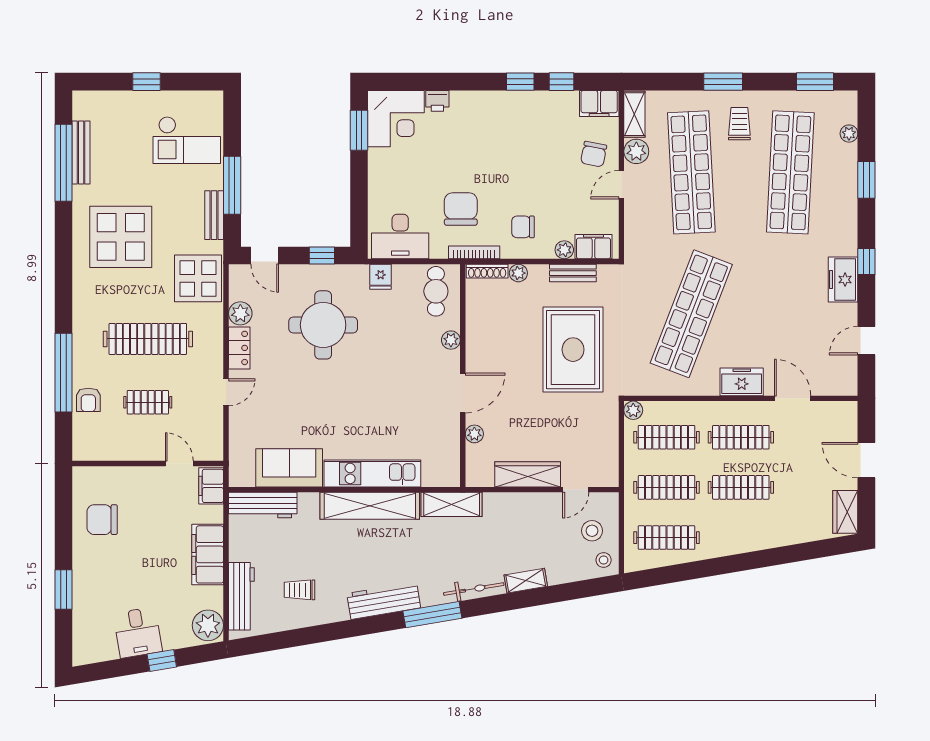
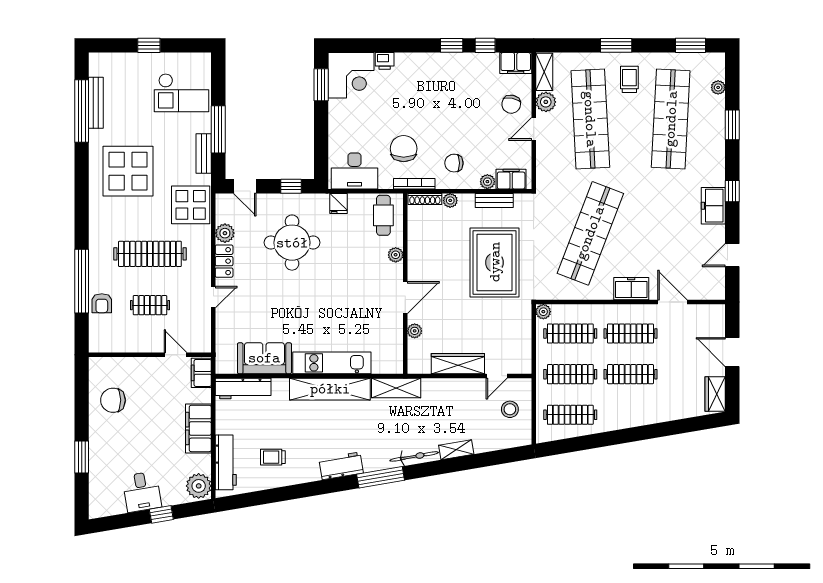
stool: (604, 560) -> (519, 433), removed
workbench: (384, 601) -> (341, 466), width x0.73

